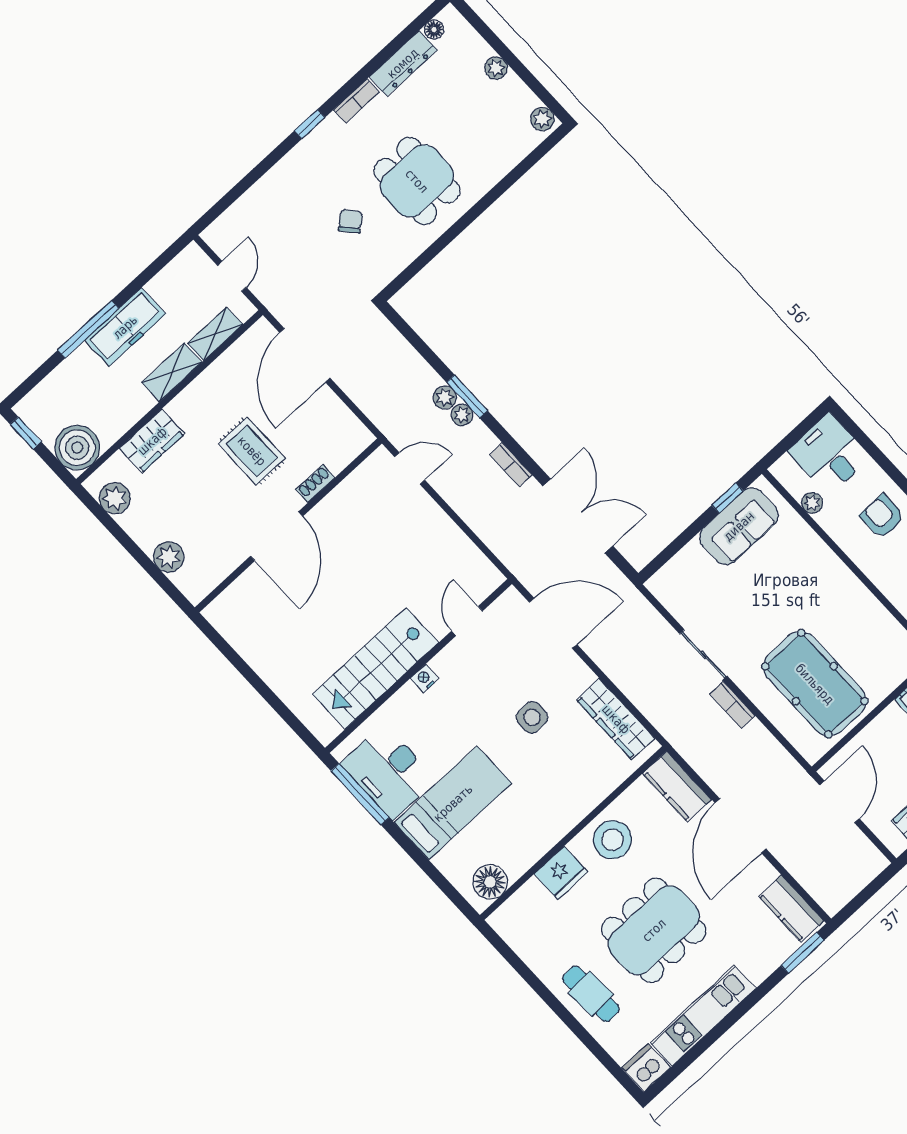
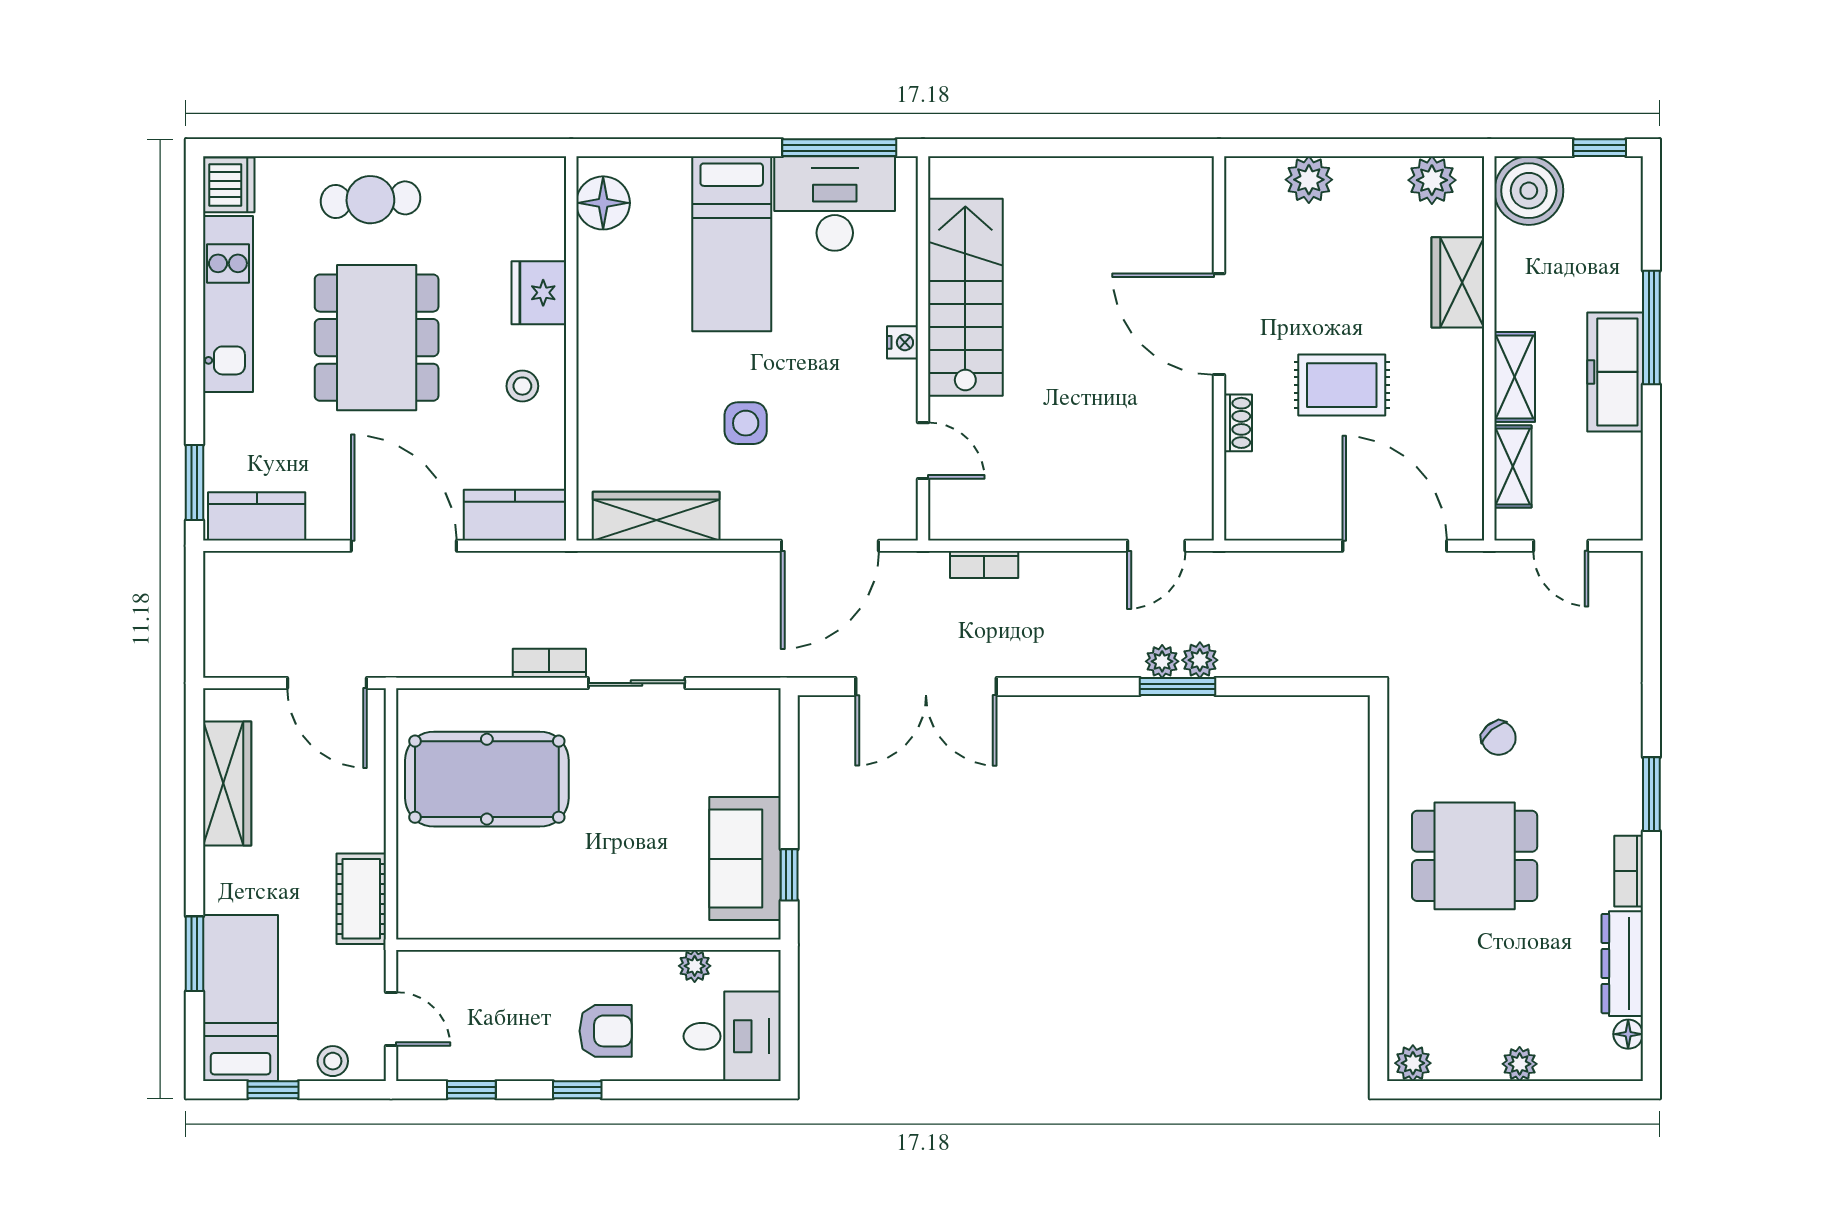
window: (310, 124) -> (1651, 794), width x1.50
bookcase: (511, 465) -> (984, 565), moved, turned 180
stool: (613, 840) -> (522, 386), width x0.53, depth x0.53

